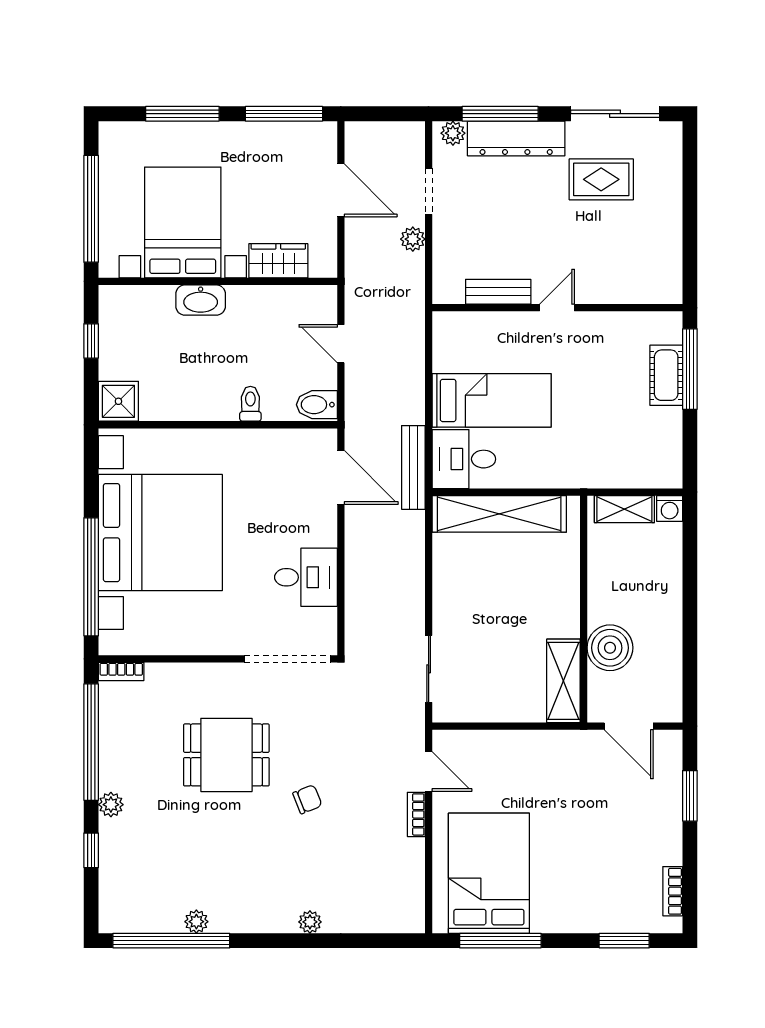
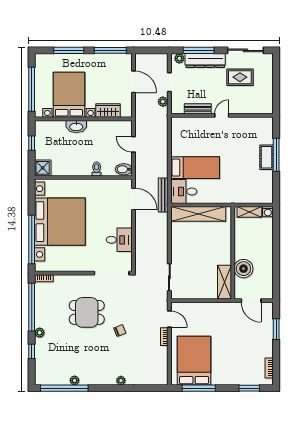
bench: (498, 292) -> (198, 109), moved
door: (557, 308) -> (222, 115), moved
wall: (557, 308) -> (222, 115), moved

